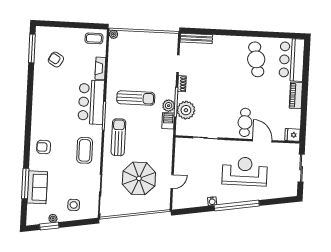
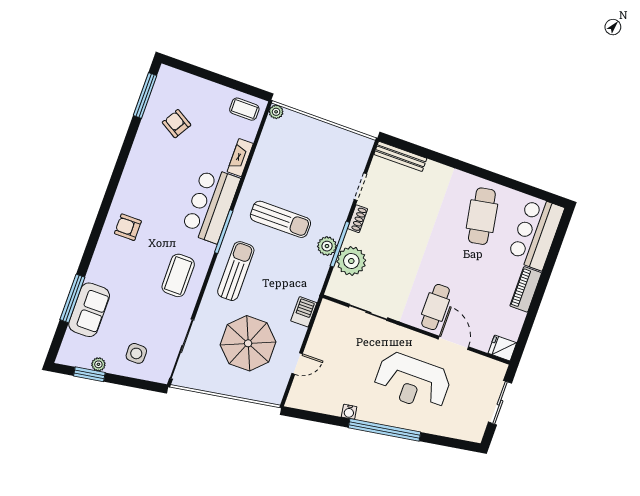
barbecue: (168, 121) -> (304, 312), moved
armchair: (44, 147) -> (128, 227), moved
reception desk: (245, 171) -> (413, 381), turned 180

